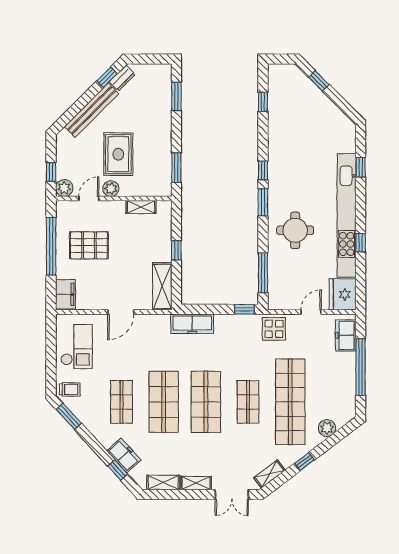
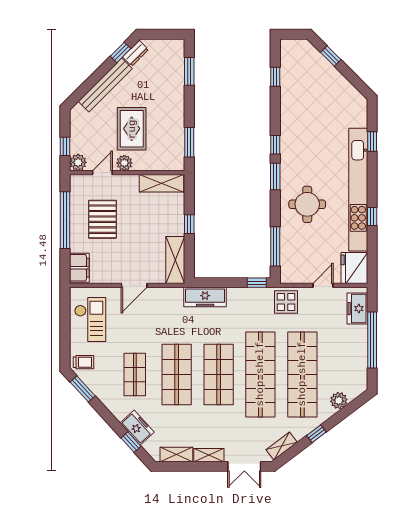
shelving: (141, 207) -> (162, 183), width x1.50, depth x1.33
pallet: (89, 245) -> (102, 219), turned 90
shop shelf: (248, 402) -> (260, 374), width x2.00, depth x1.36

